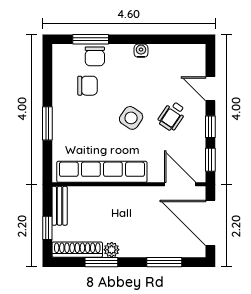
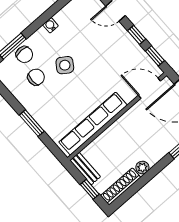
wheelchair: (172, 116) -> (106, 50), removed
side table: (131, 118) -> (65, 65), moved
window: (101, 262) -> (143, 181), removed

